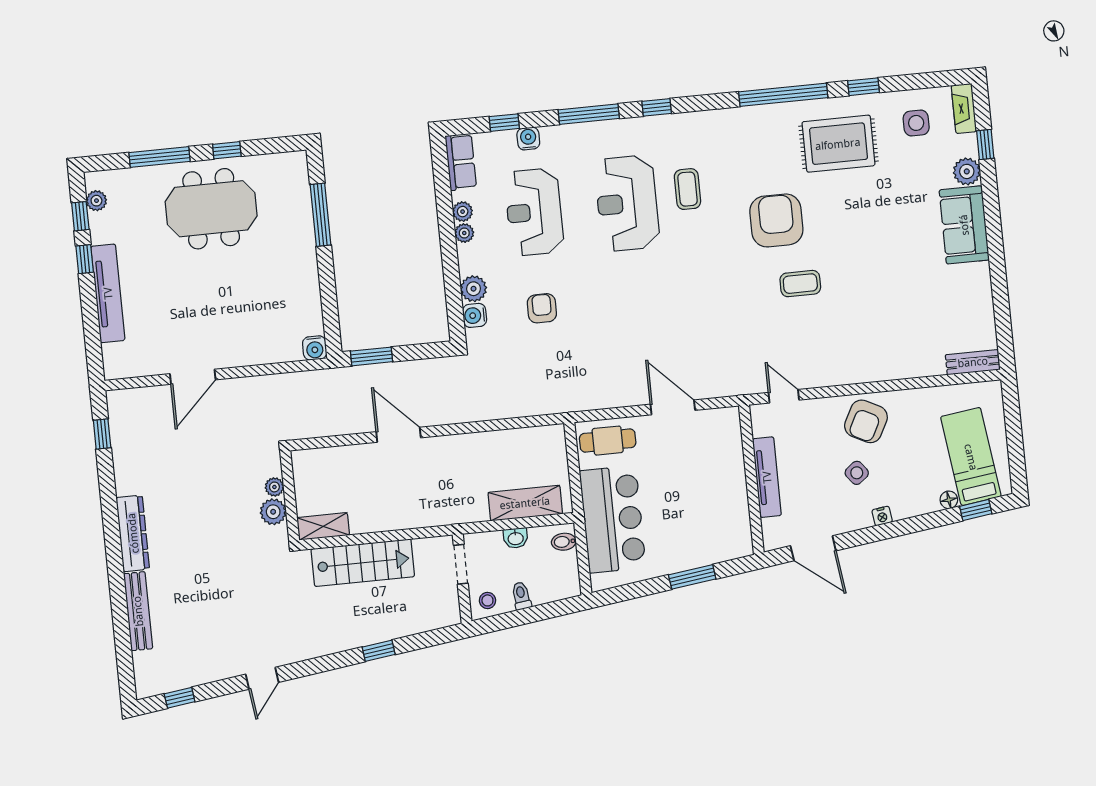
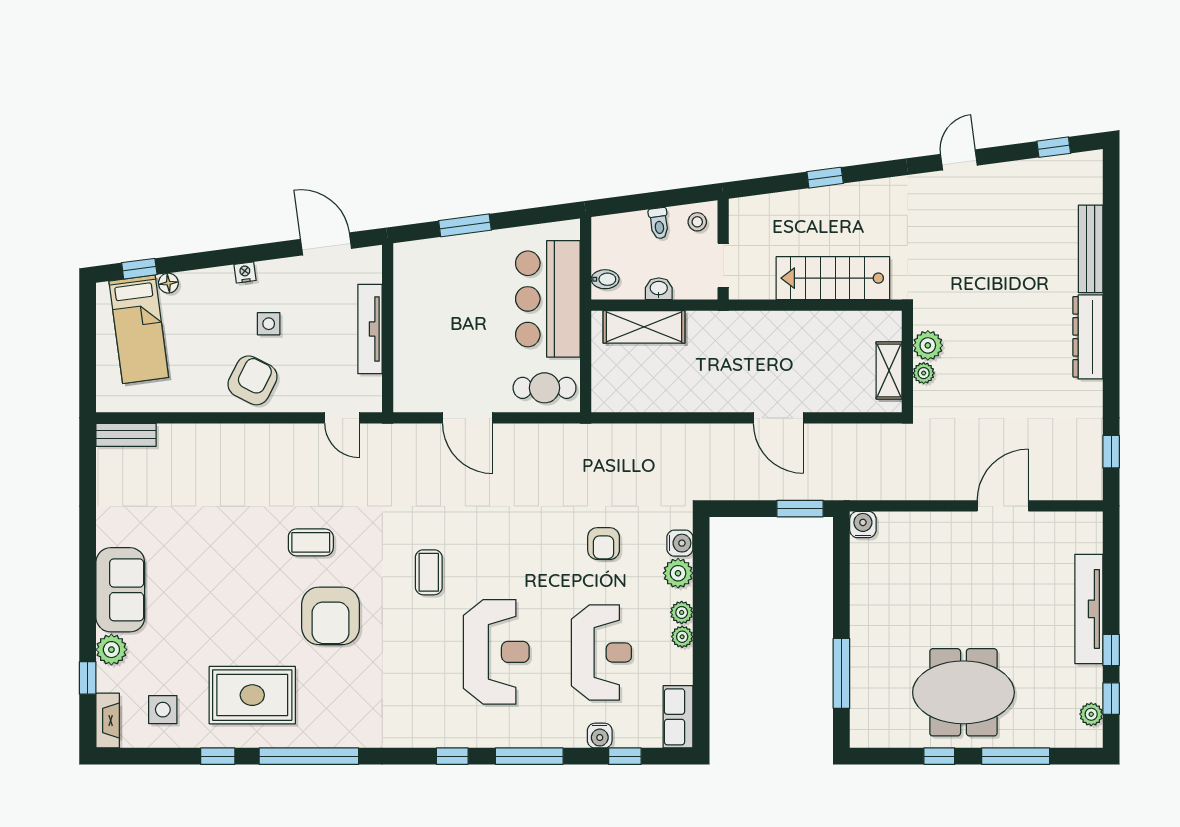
coffee table: (687, 189) -> (429, 572), moved
plant: (463, 212) -> (682, 612), moved
side table: (857, 473) -> (269, 324), turned 38
shelving: (323, 526) -> (889, 370), moved, turned 90

